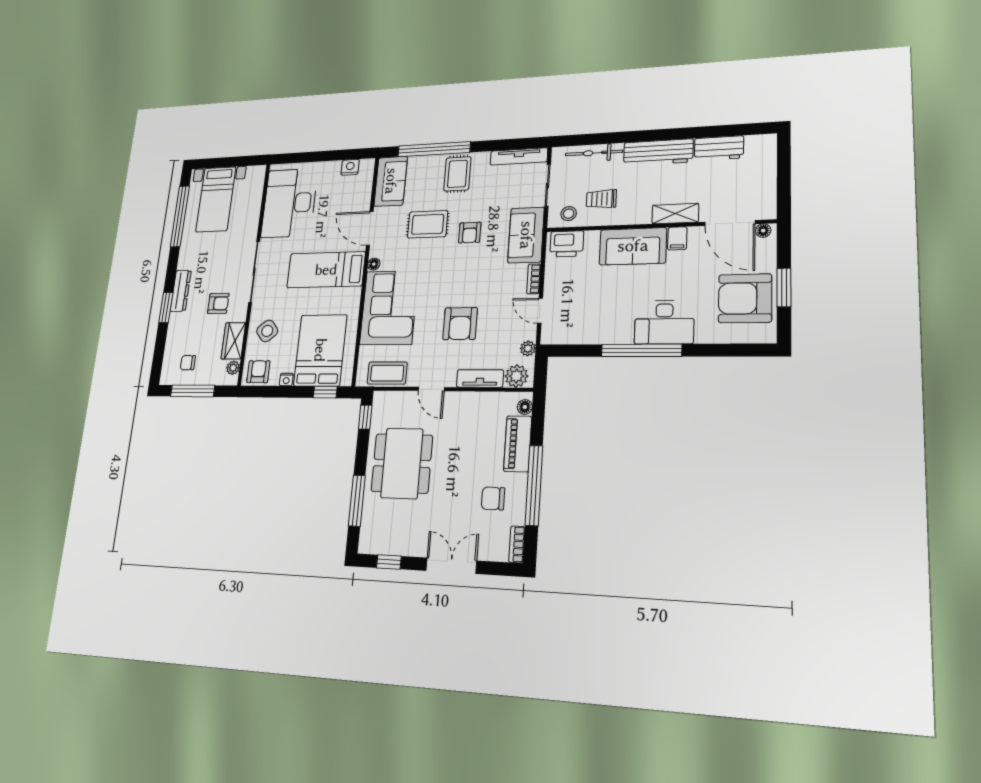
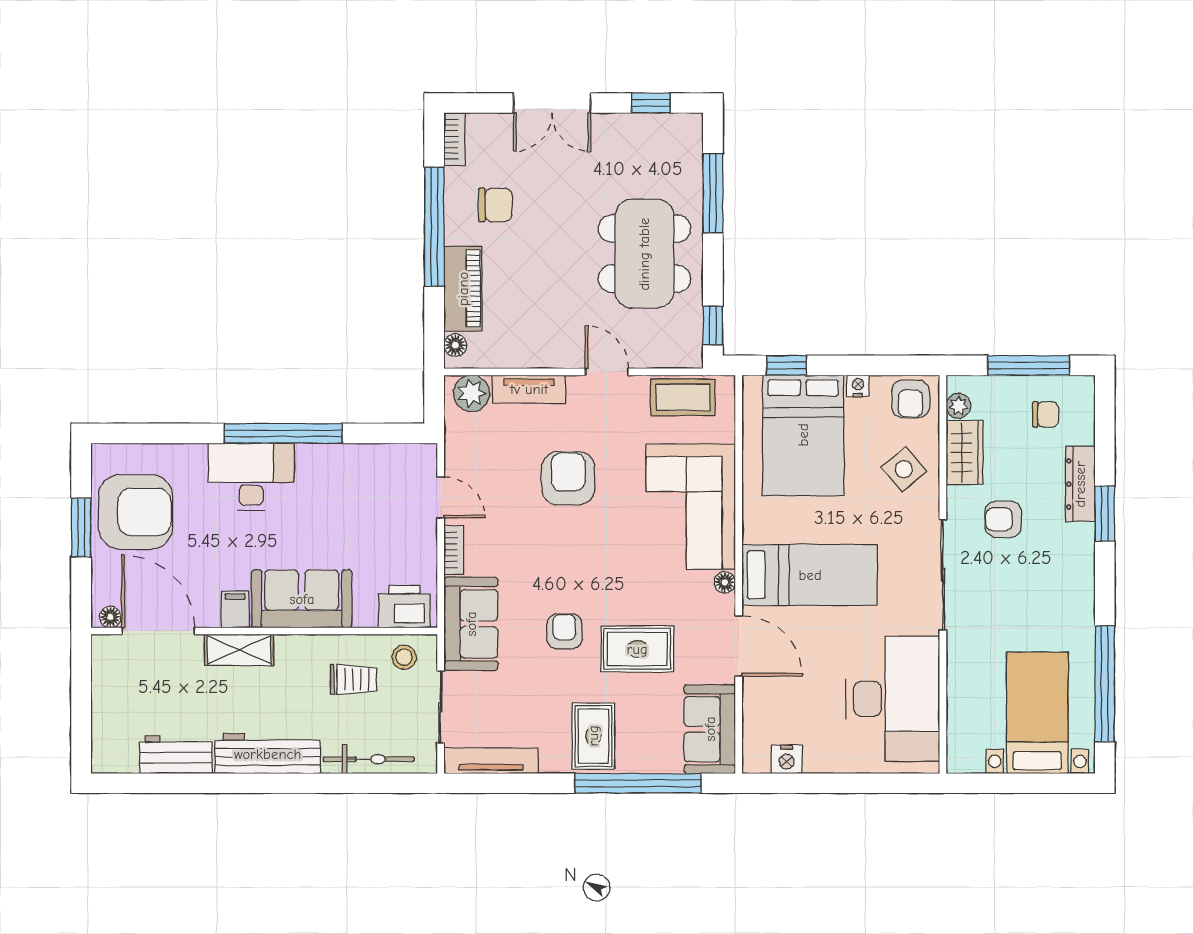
dresser: (181, 291) -> (1080, 484), moved
plant: (528, 348) -> (456, 437), removed

